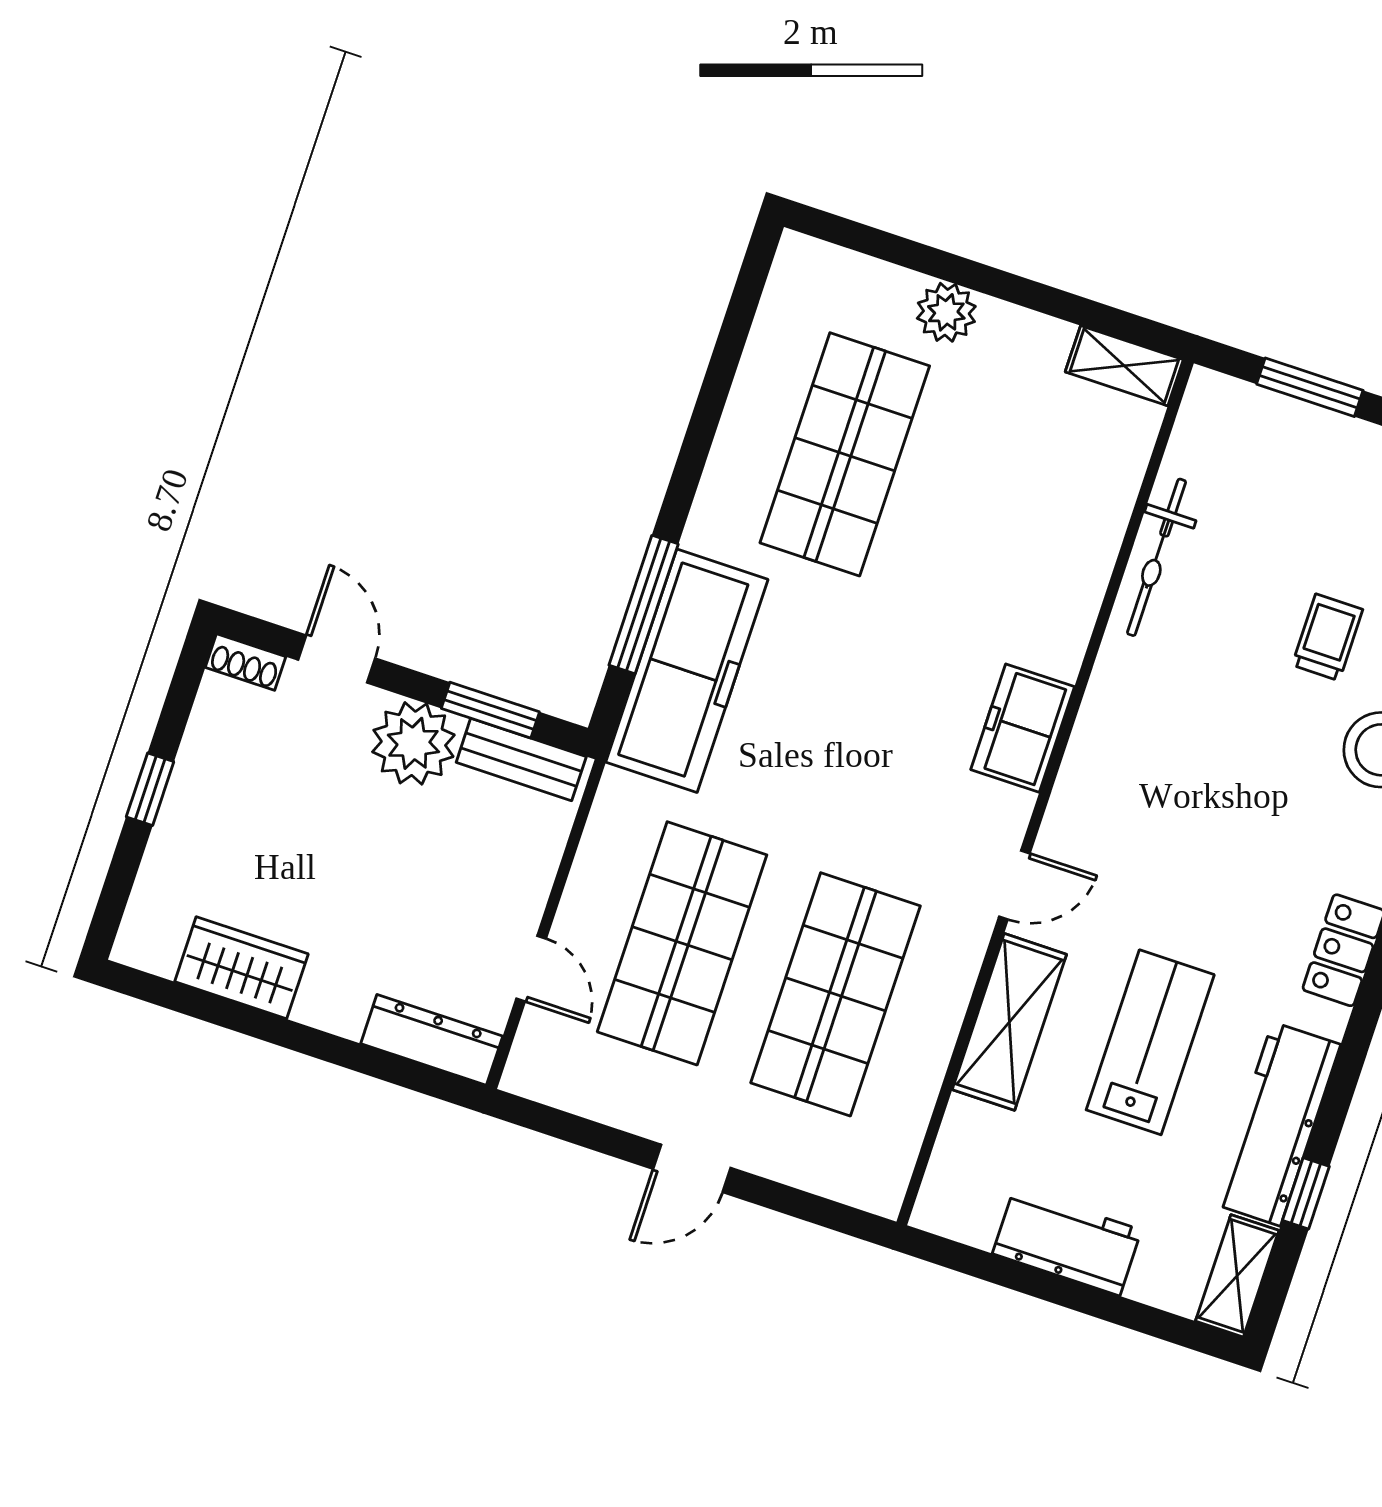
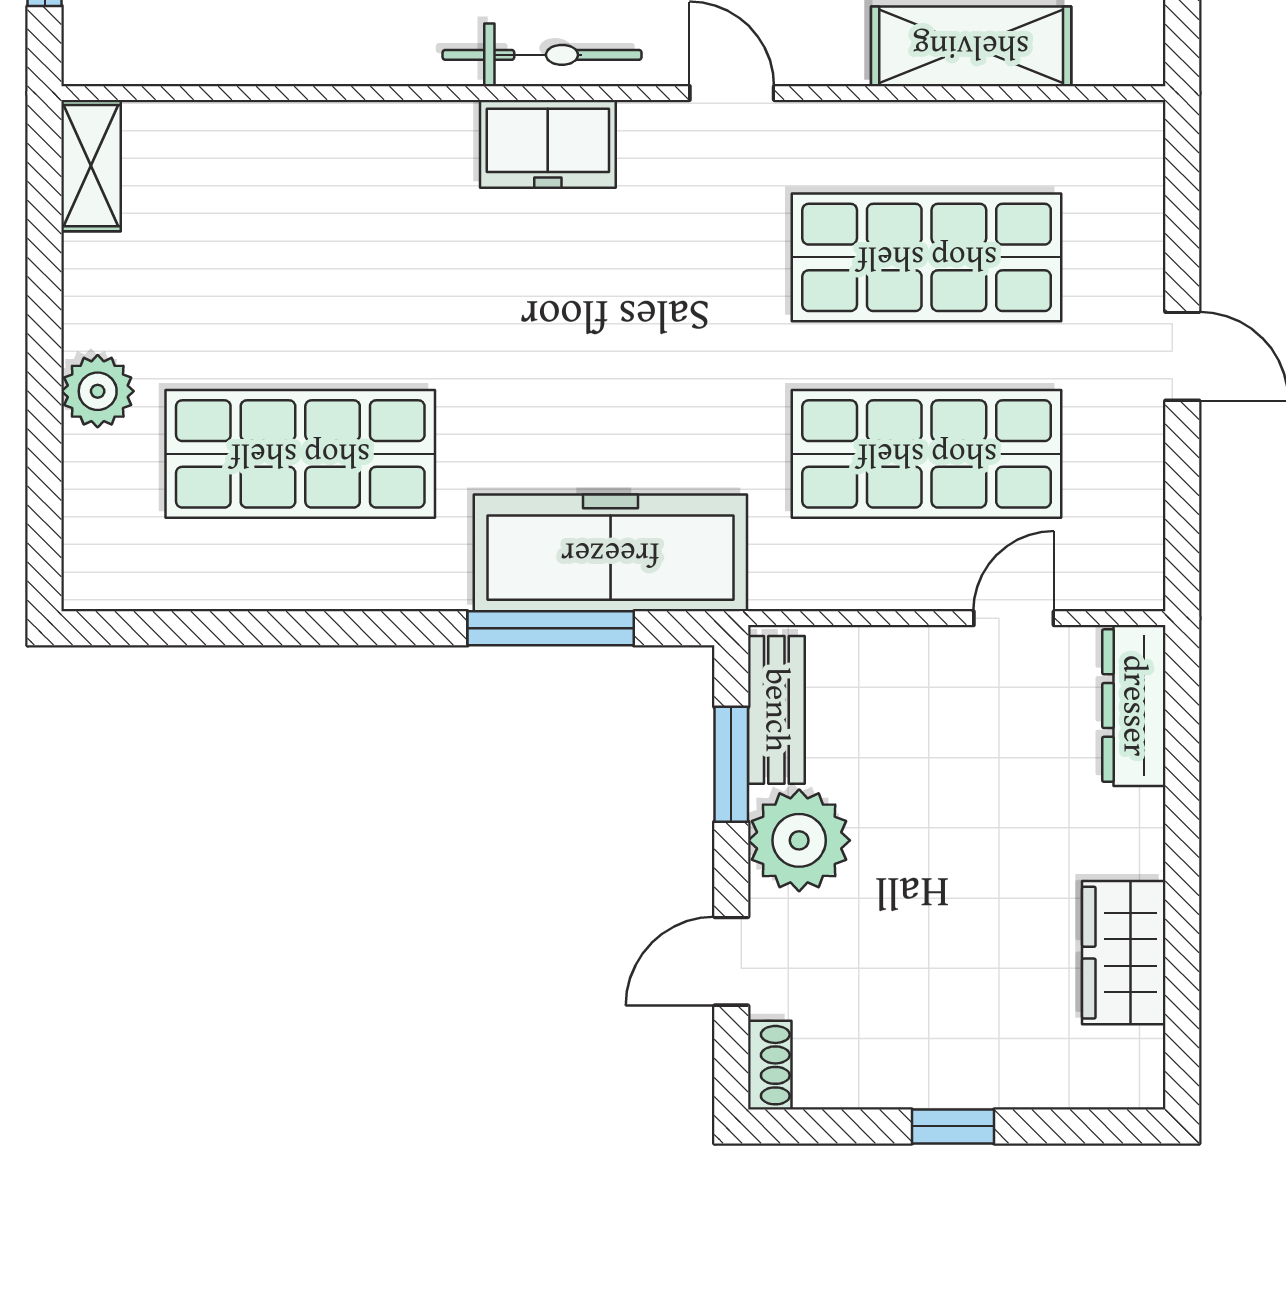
bicycle: (1157, 557) -> (542, 55), moved
shelving: (1009, 1022) -> (971, 46), moved

